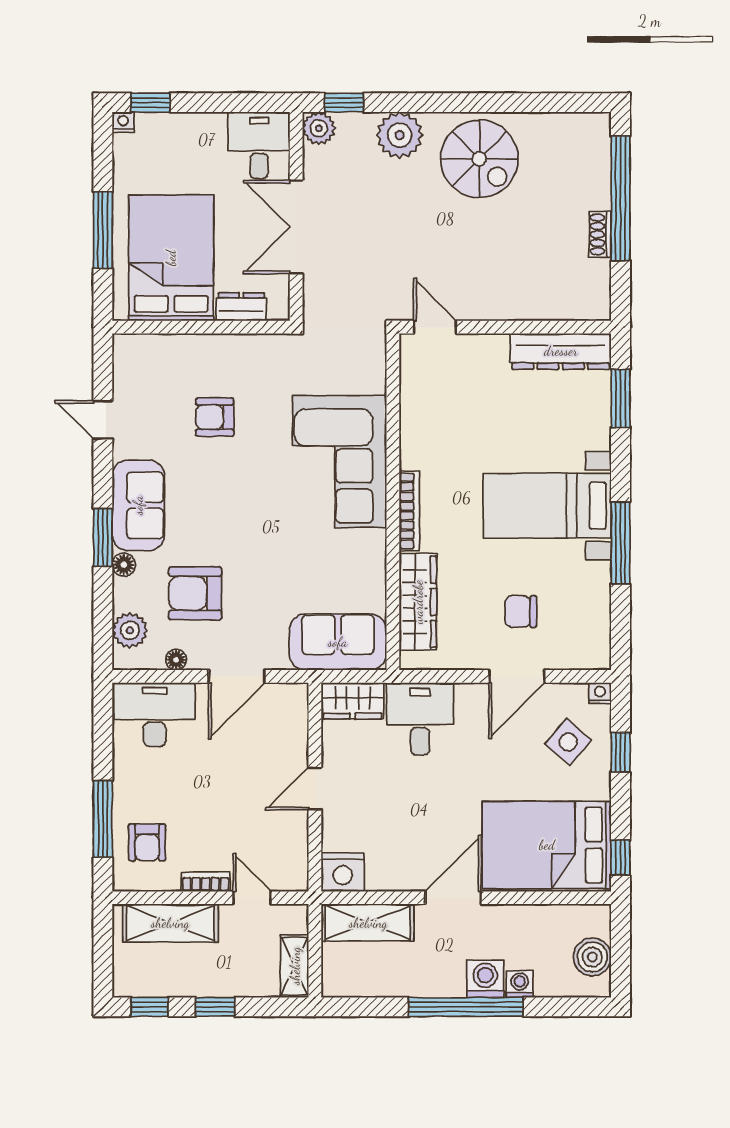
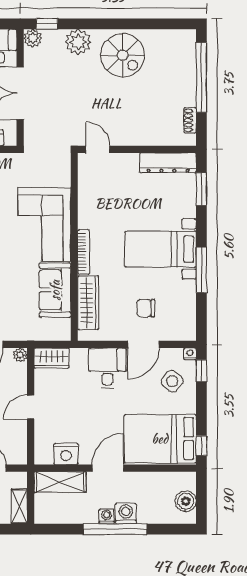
shoe rack: (600, 234) -> (190, 120), moved
sofa: (338, 642) -> (55, 290), moved, turned -90
plant: (296, 695) -> (20, 355), added
desk: (420, 719) -> (107, 368), moved
window: (621, 752) -> (201, 371), moved
nightstand: (343, 872) -> (66, 454), moved
washing machine: (520, 984) -> (107, 516), moved

